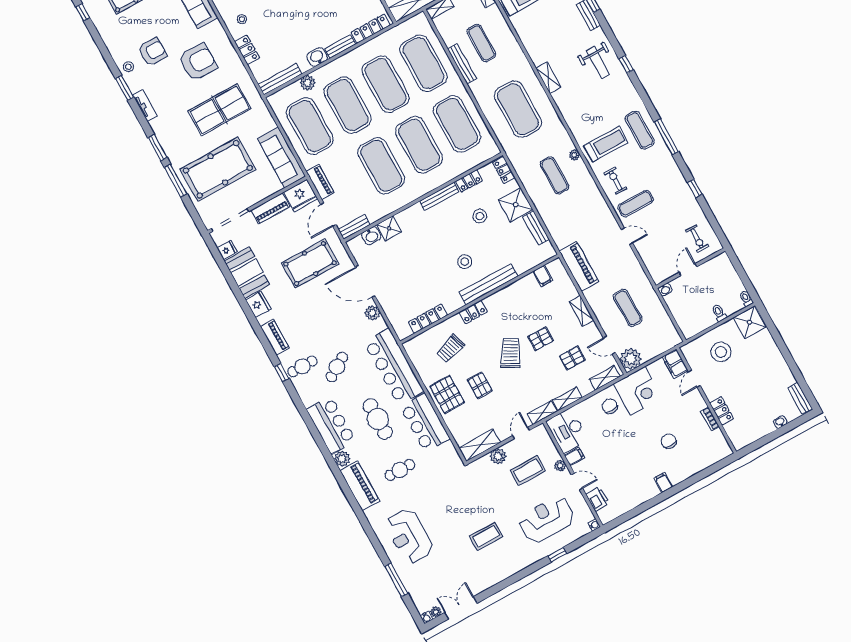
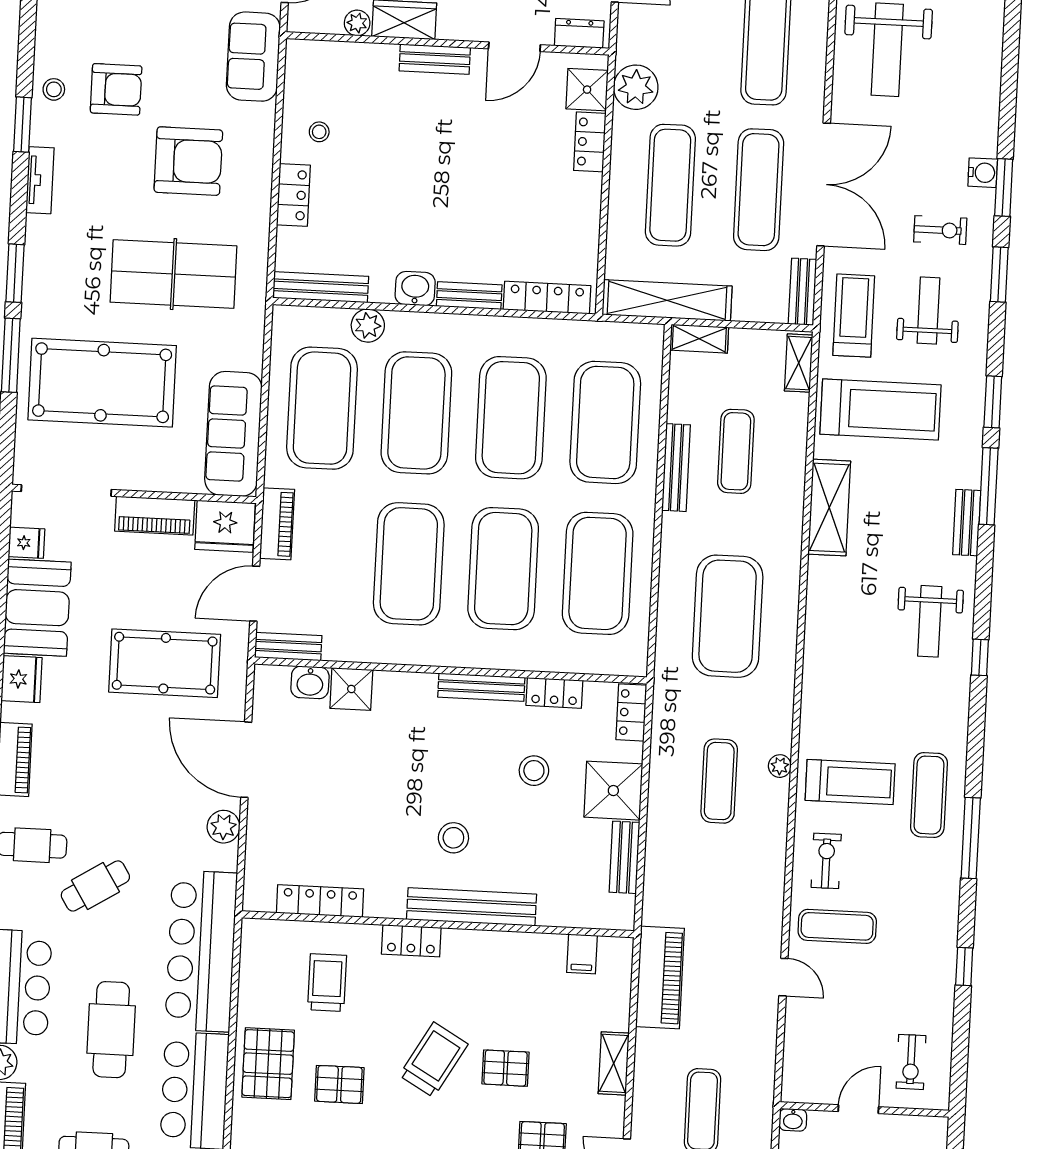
shelving: (548, 78) -> (829, 508), moved, width x1.50, depth x1.33
trolley: (450, 349) -> (327, 983), turned 108
pallet: (480, 385) -> (339, 1084), turned 90

